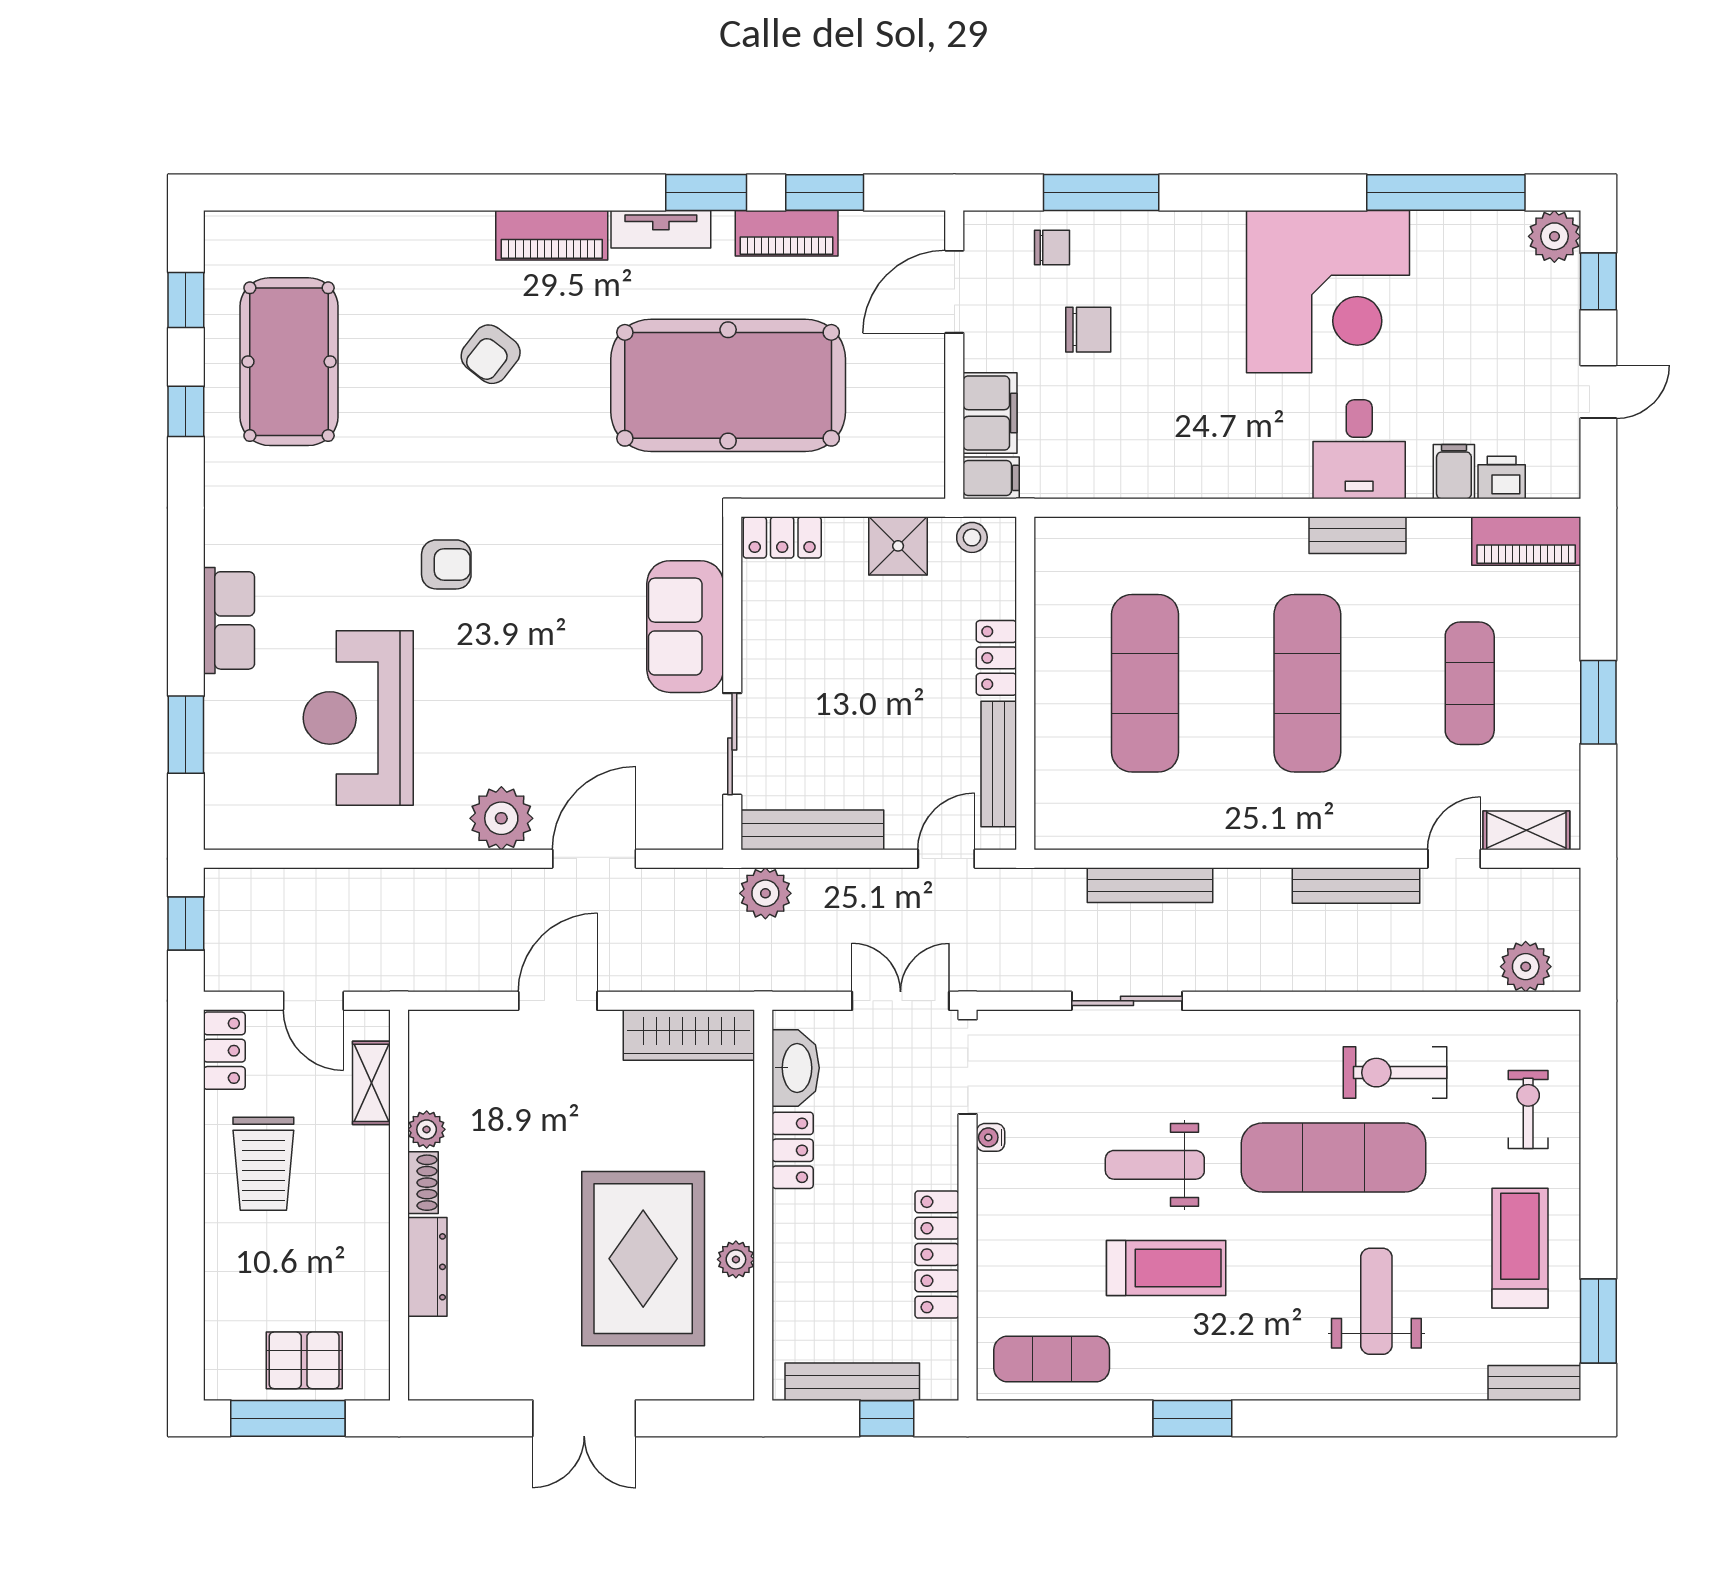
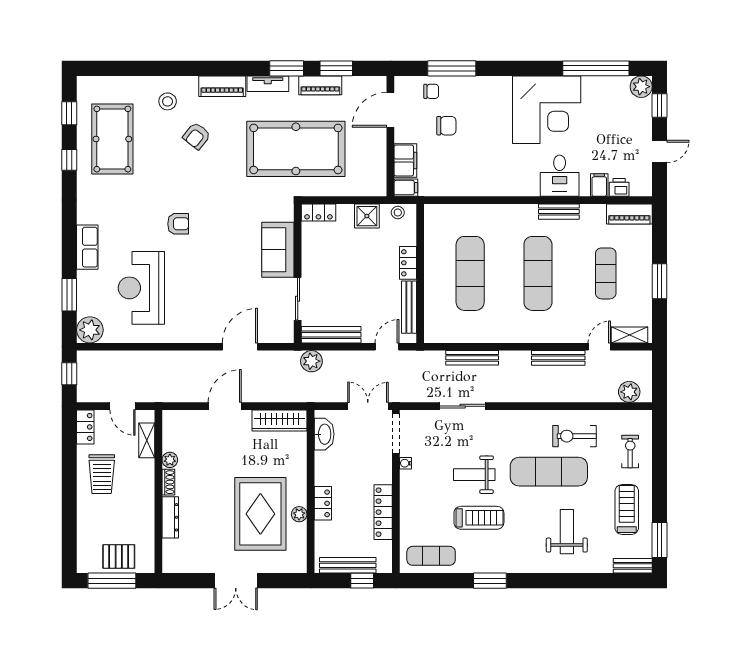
stool: (421, 272) -> (168, 101), added
plant: (501, 818) -> (90, 330), moved
locker: (793, 1150) -> (323, 503), moved

